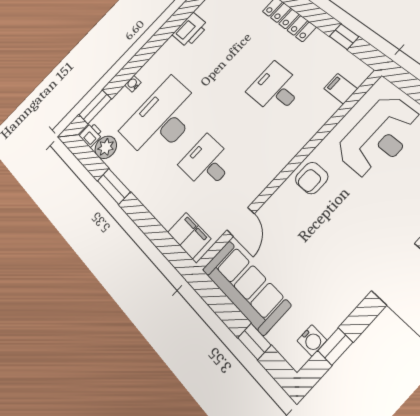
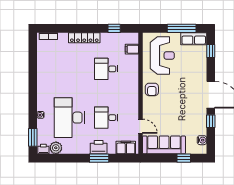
printer: (190, 30) -> (99, 147), moved, turned -90
window: (114, 186) -> (99, 158), moved
window: (335, 346) -> (211, 121), moved

